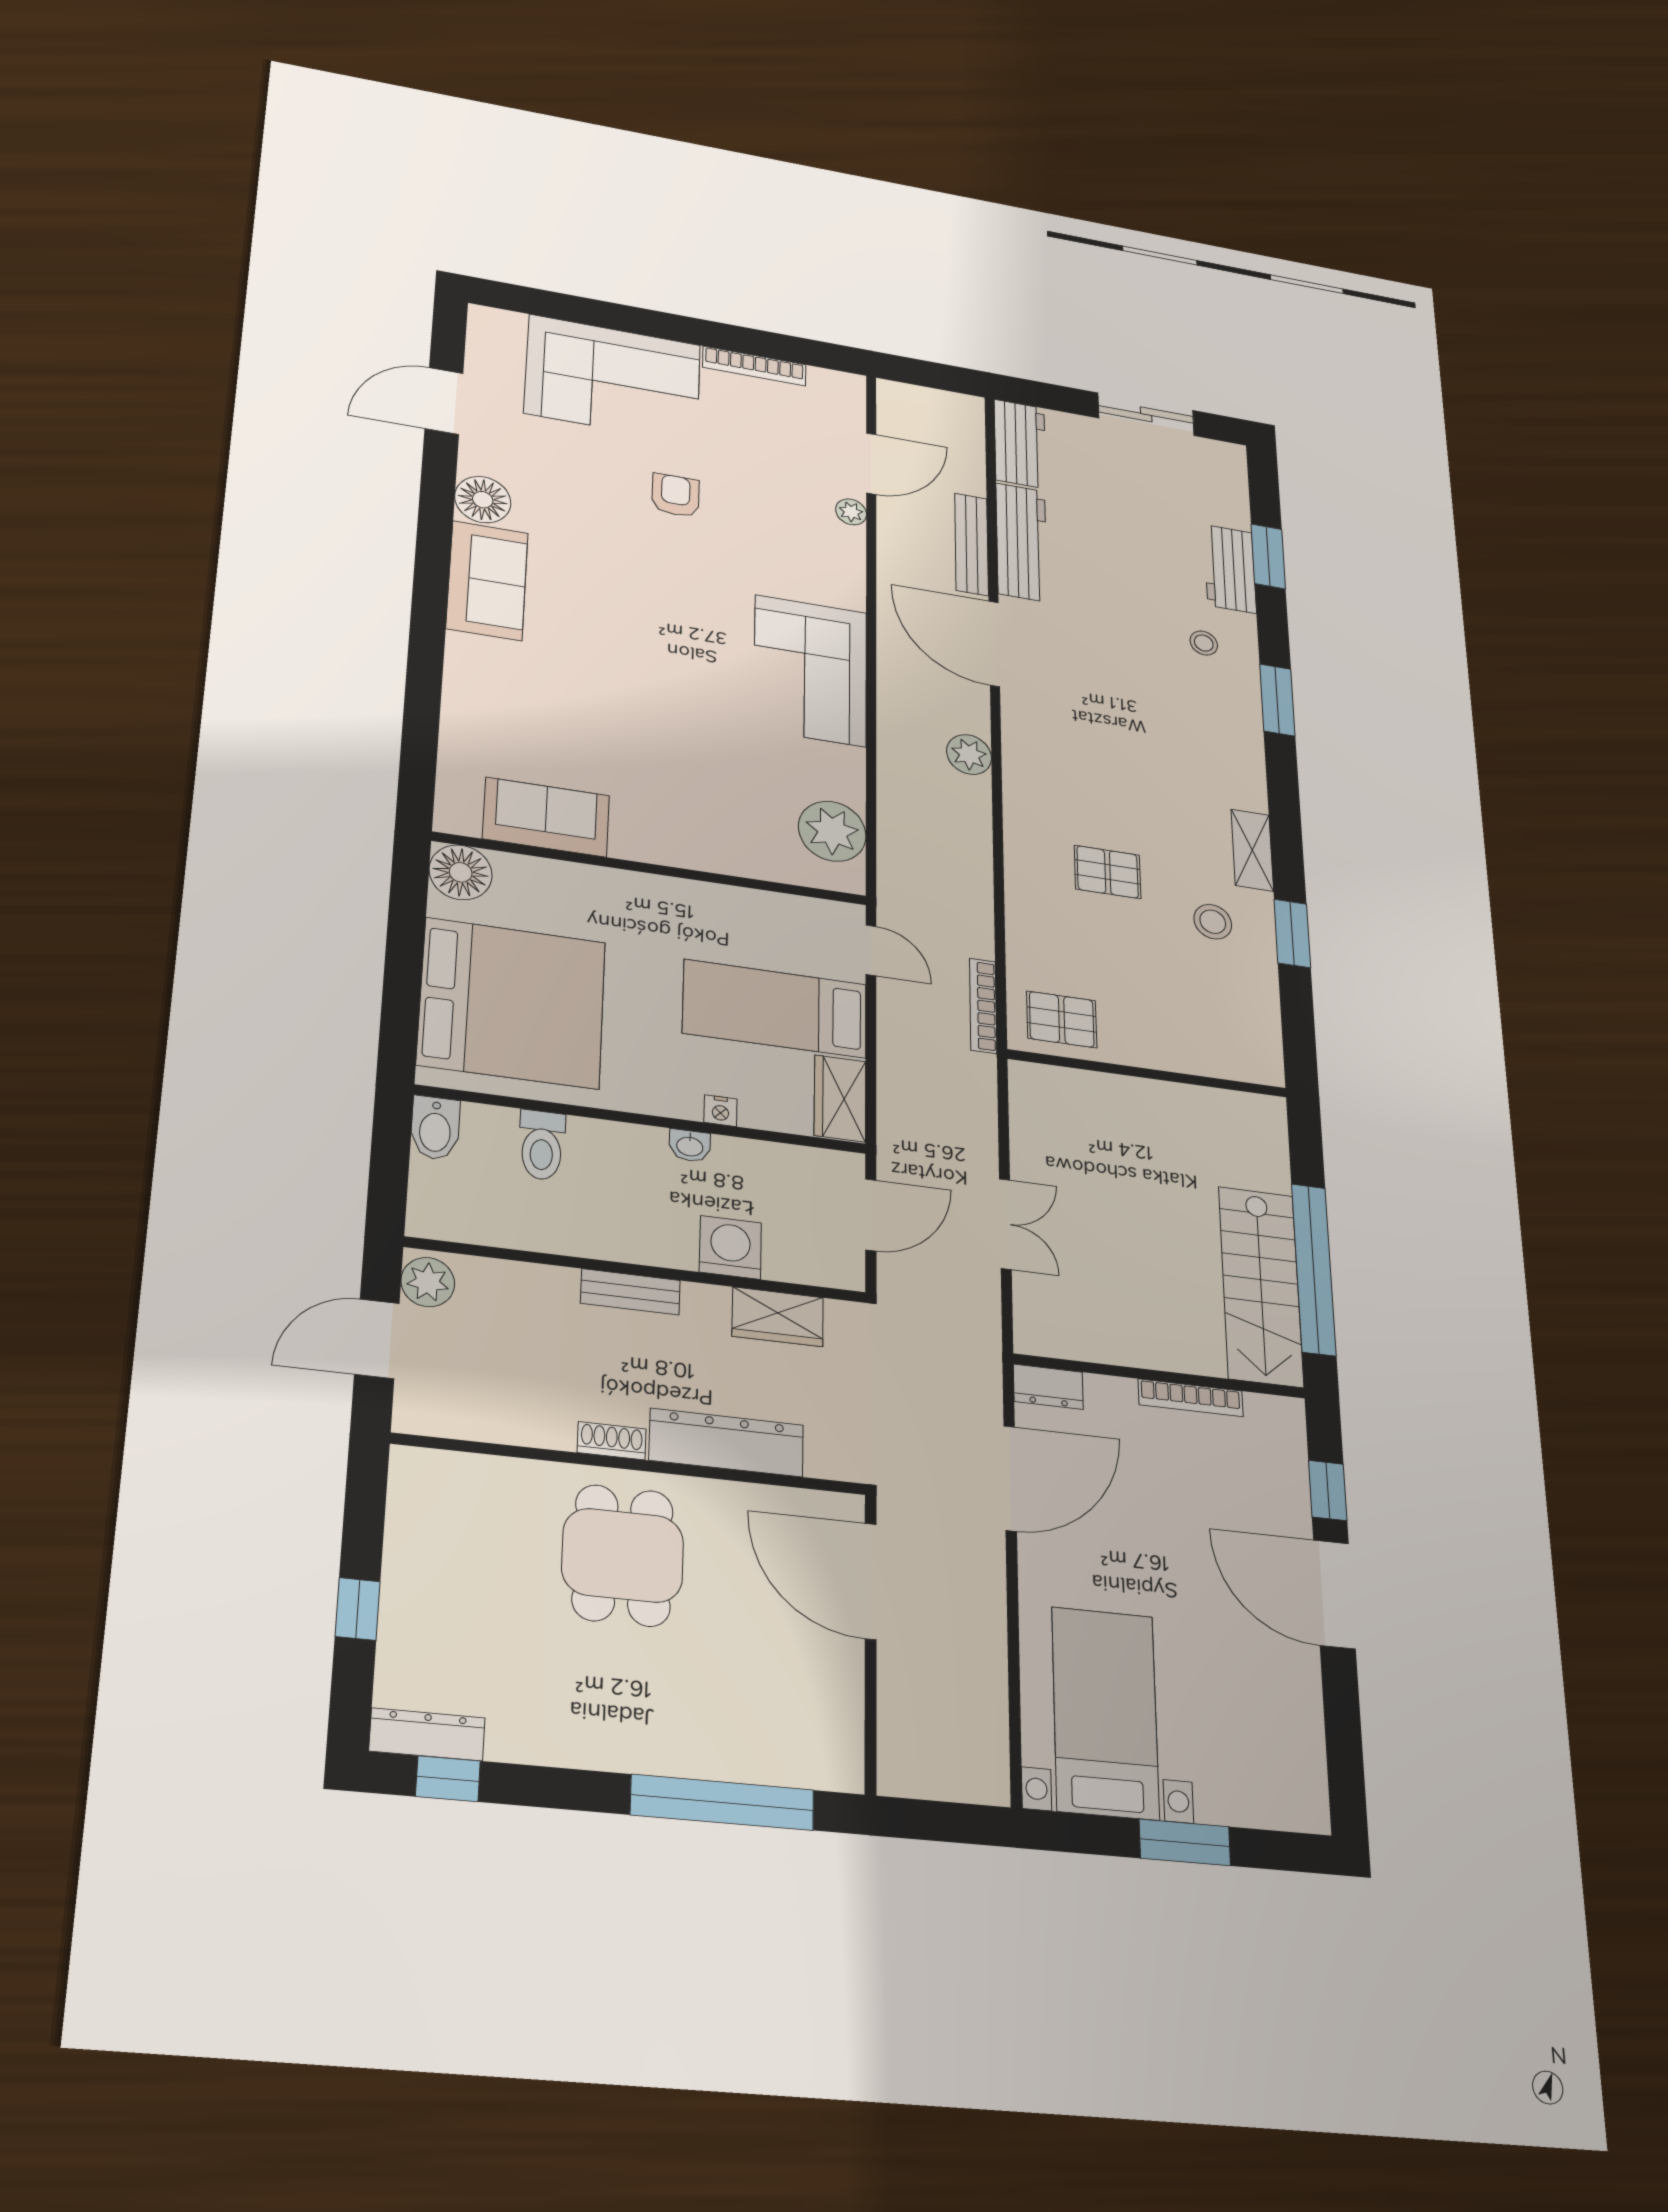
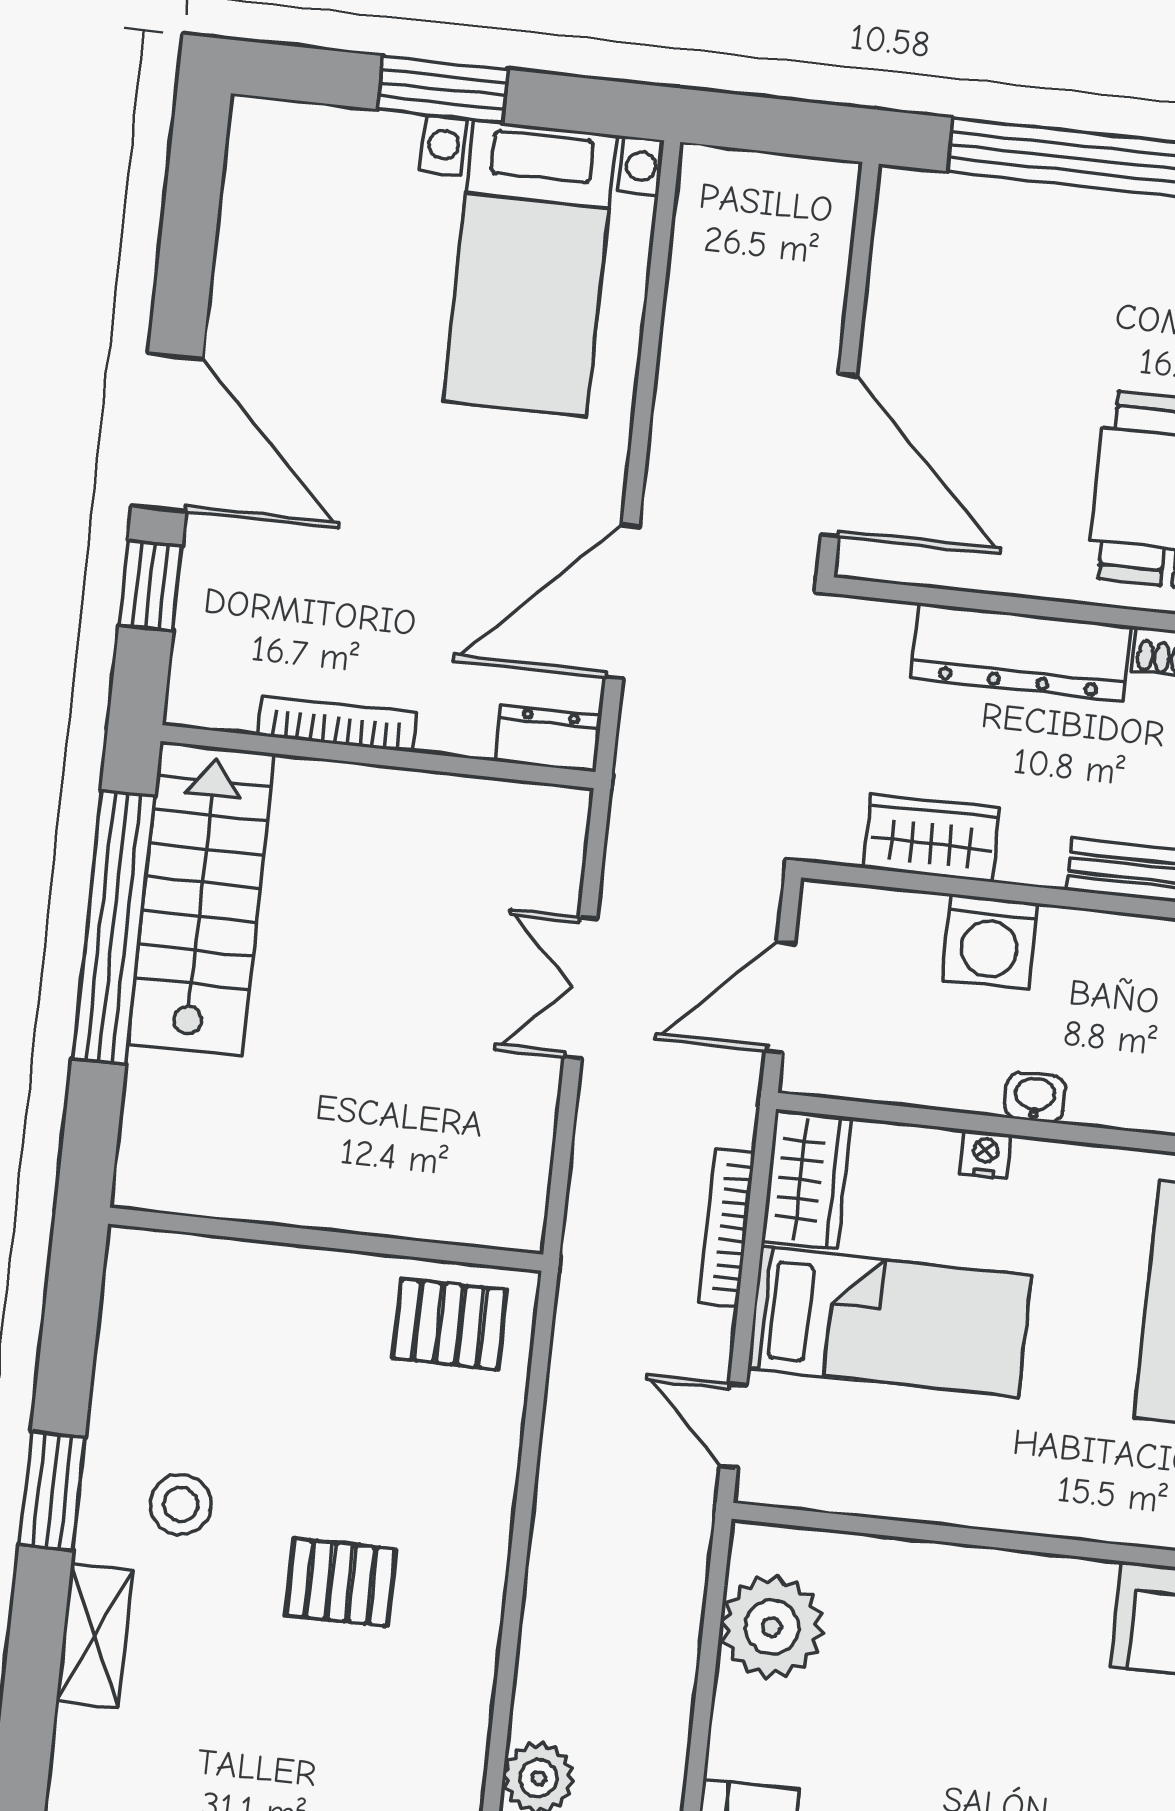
bookcase: (983, 1006) -> (727, 1228), moved, turned 180

